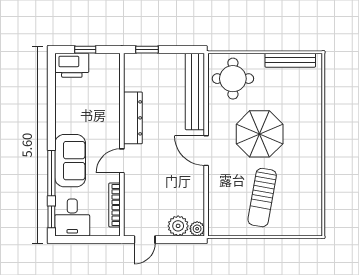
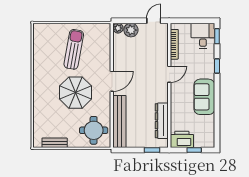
bench: (290, 60) -> (55, 143), width x0.73
printer: (72, 65) -> (182, 139), moved
dresser: (133, 118) -> (162, 121), moved
door: (206, 151) -> (112, 81), hinge flipped
sofa: (70, 161) -> (204, 97), moved
window: (51, 173) -> (217, 66), width x0.46

